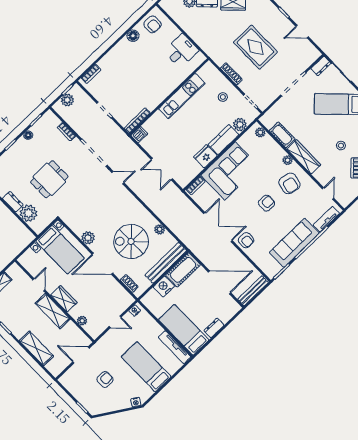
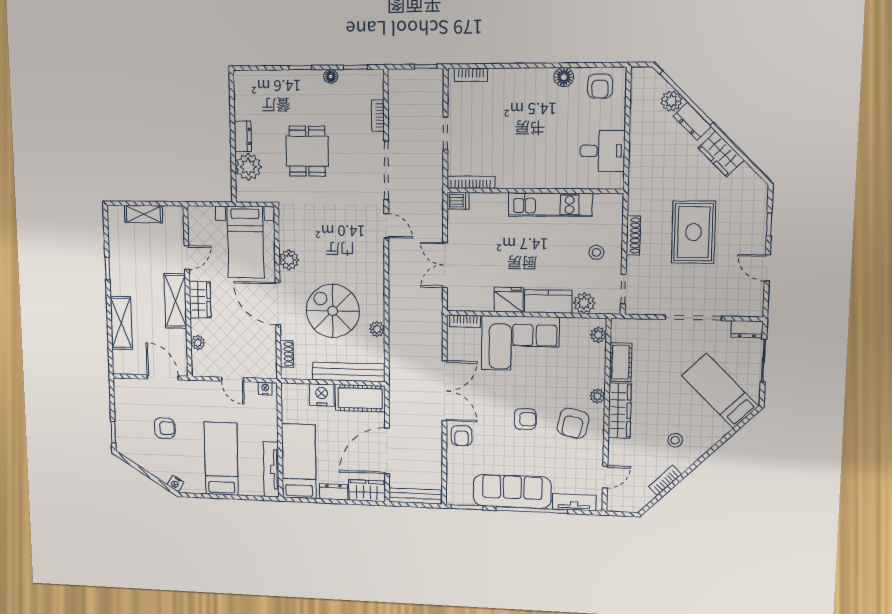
plant: (67, 100) -> (414, 79), removed
dining table: (49, 179) -> (307, 151), turned 90
door: (219, 282) -> (387, 451), swing flipped
wardrobe: (229, 311) -> (367, 491), added

